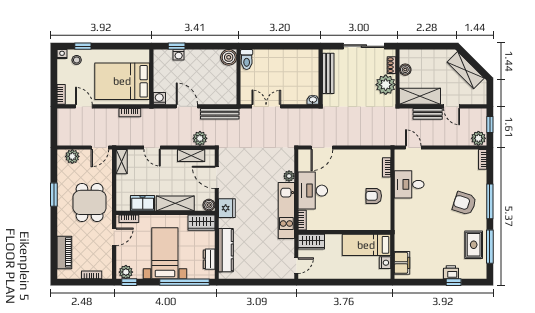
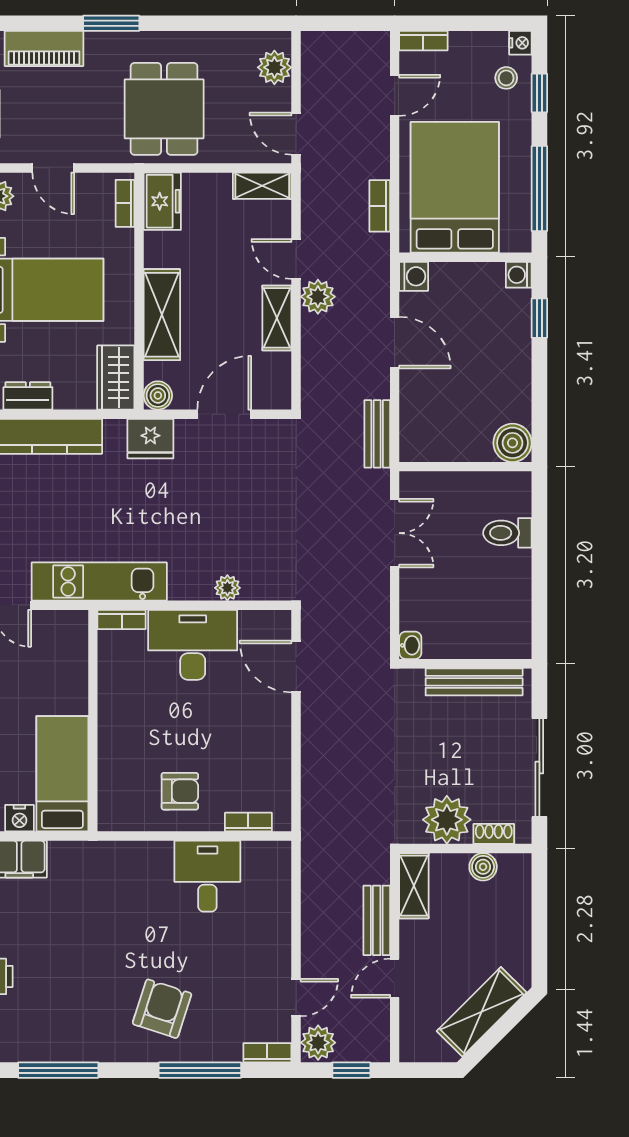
window: (123, 46) -> (539, 189), added
washing machine: (179, 55) -> (519, 275), moved
toilet: (247, 59) -> (507, 533), moved
shelving: (420, 96) -> (414, 886), width x0.67, depth x0.75
door: (187, 106) -> (395, 343), hinge flipped
bench: (220, 114) -> (377, 434), width x0.73
plant: (200, 138) -> (318, 297), moved
door: (152, 147) -> (296, 259), hinge flipped
door: (413, 147) -> (296, 998), moved
shelving: (191, 155) -> (277, 318), moved
window: (54, 195) -> (111, 23), moved
armchair: (374, 196) -> (180, 791), turned 90
window: (490, 201) -> (200, 1070), moved
dining table: (90, 202) -> (164, 109), turned 90
freezer: (143, 203) -> (162, 201), moved
kitchen unit: (286, 211) -> (99, 582), moved
door: (114, 237) -> (53, 168), moved
wardrobe: (311, 242) -> (70, 641), removed
rug: (474, 245) -> (63, 1031), removed

